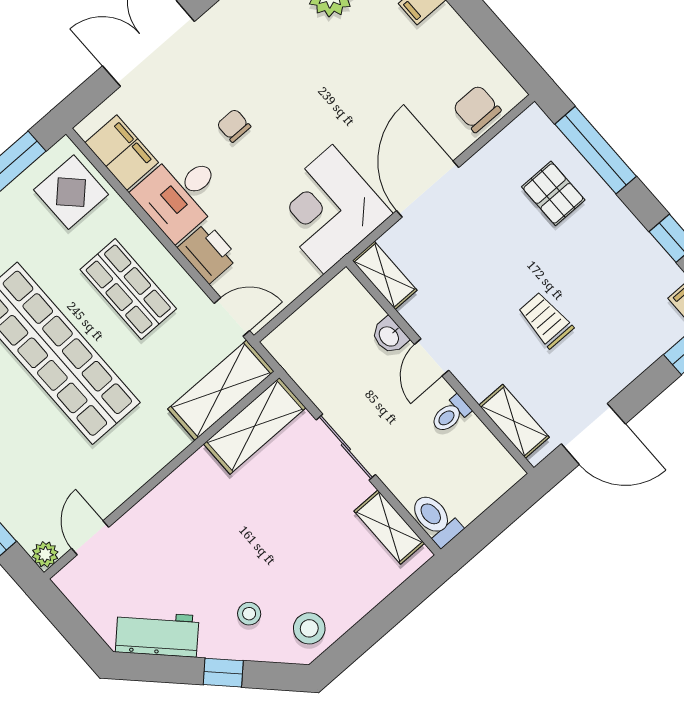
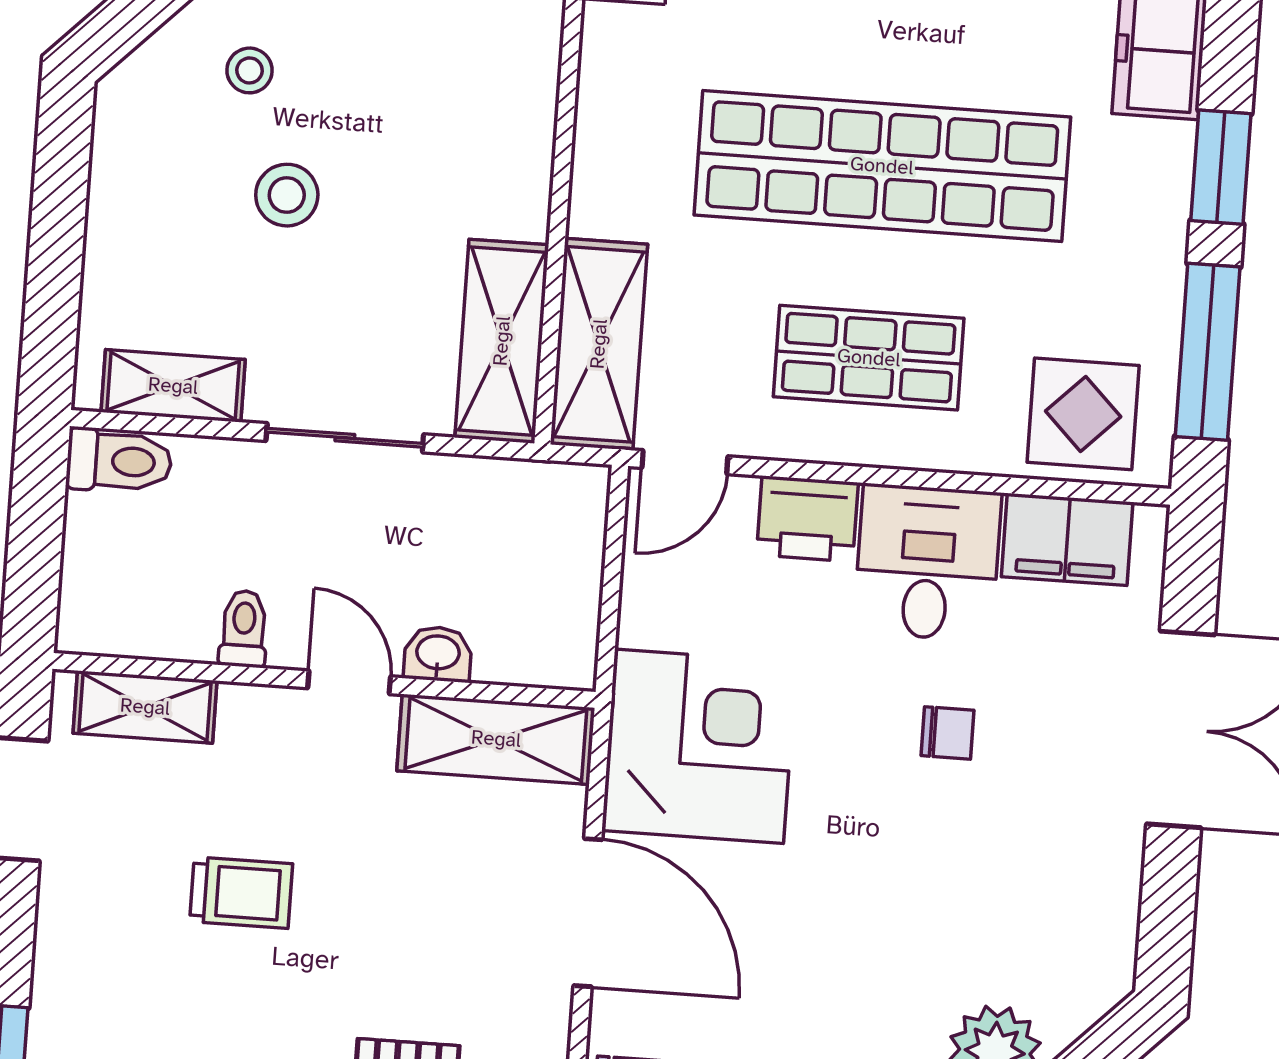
shelving: (385, 275) -> (496, 739), width x1.50, depth x1.33
stool: (309, 628) -> (287, 195), moved

